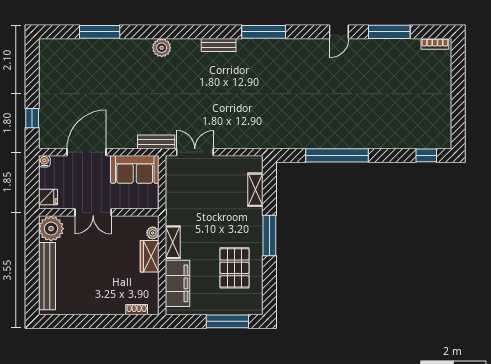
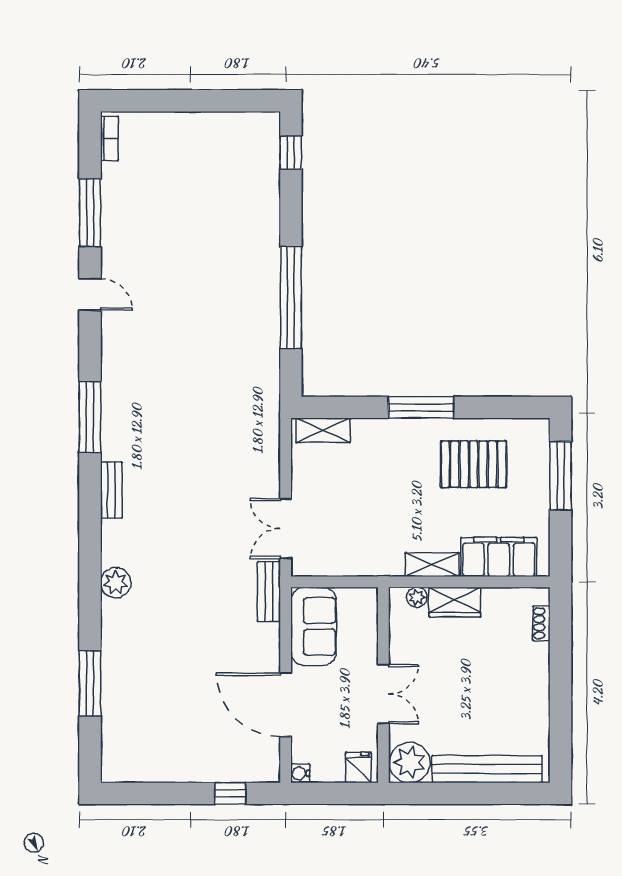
shelving: (255, 190) -> (323, 430), moved

